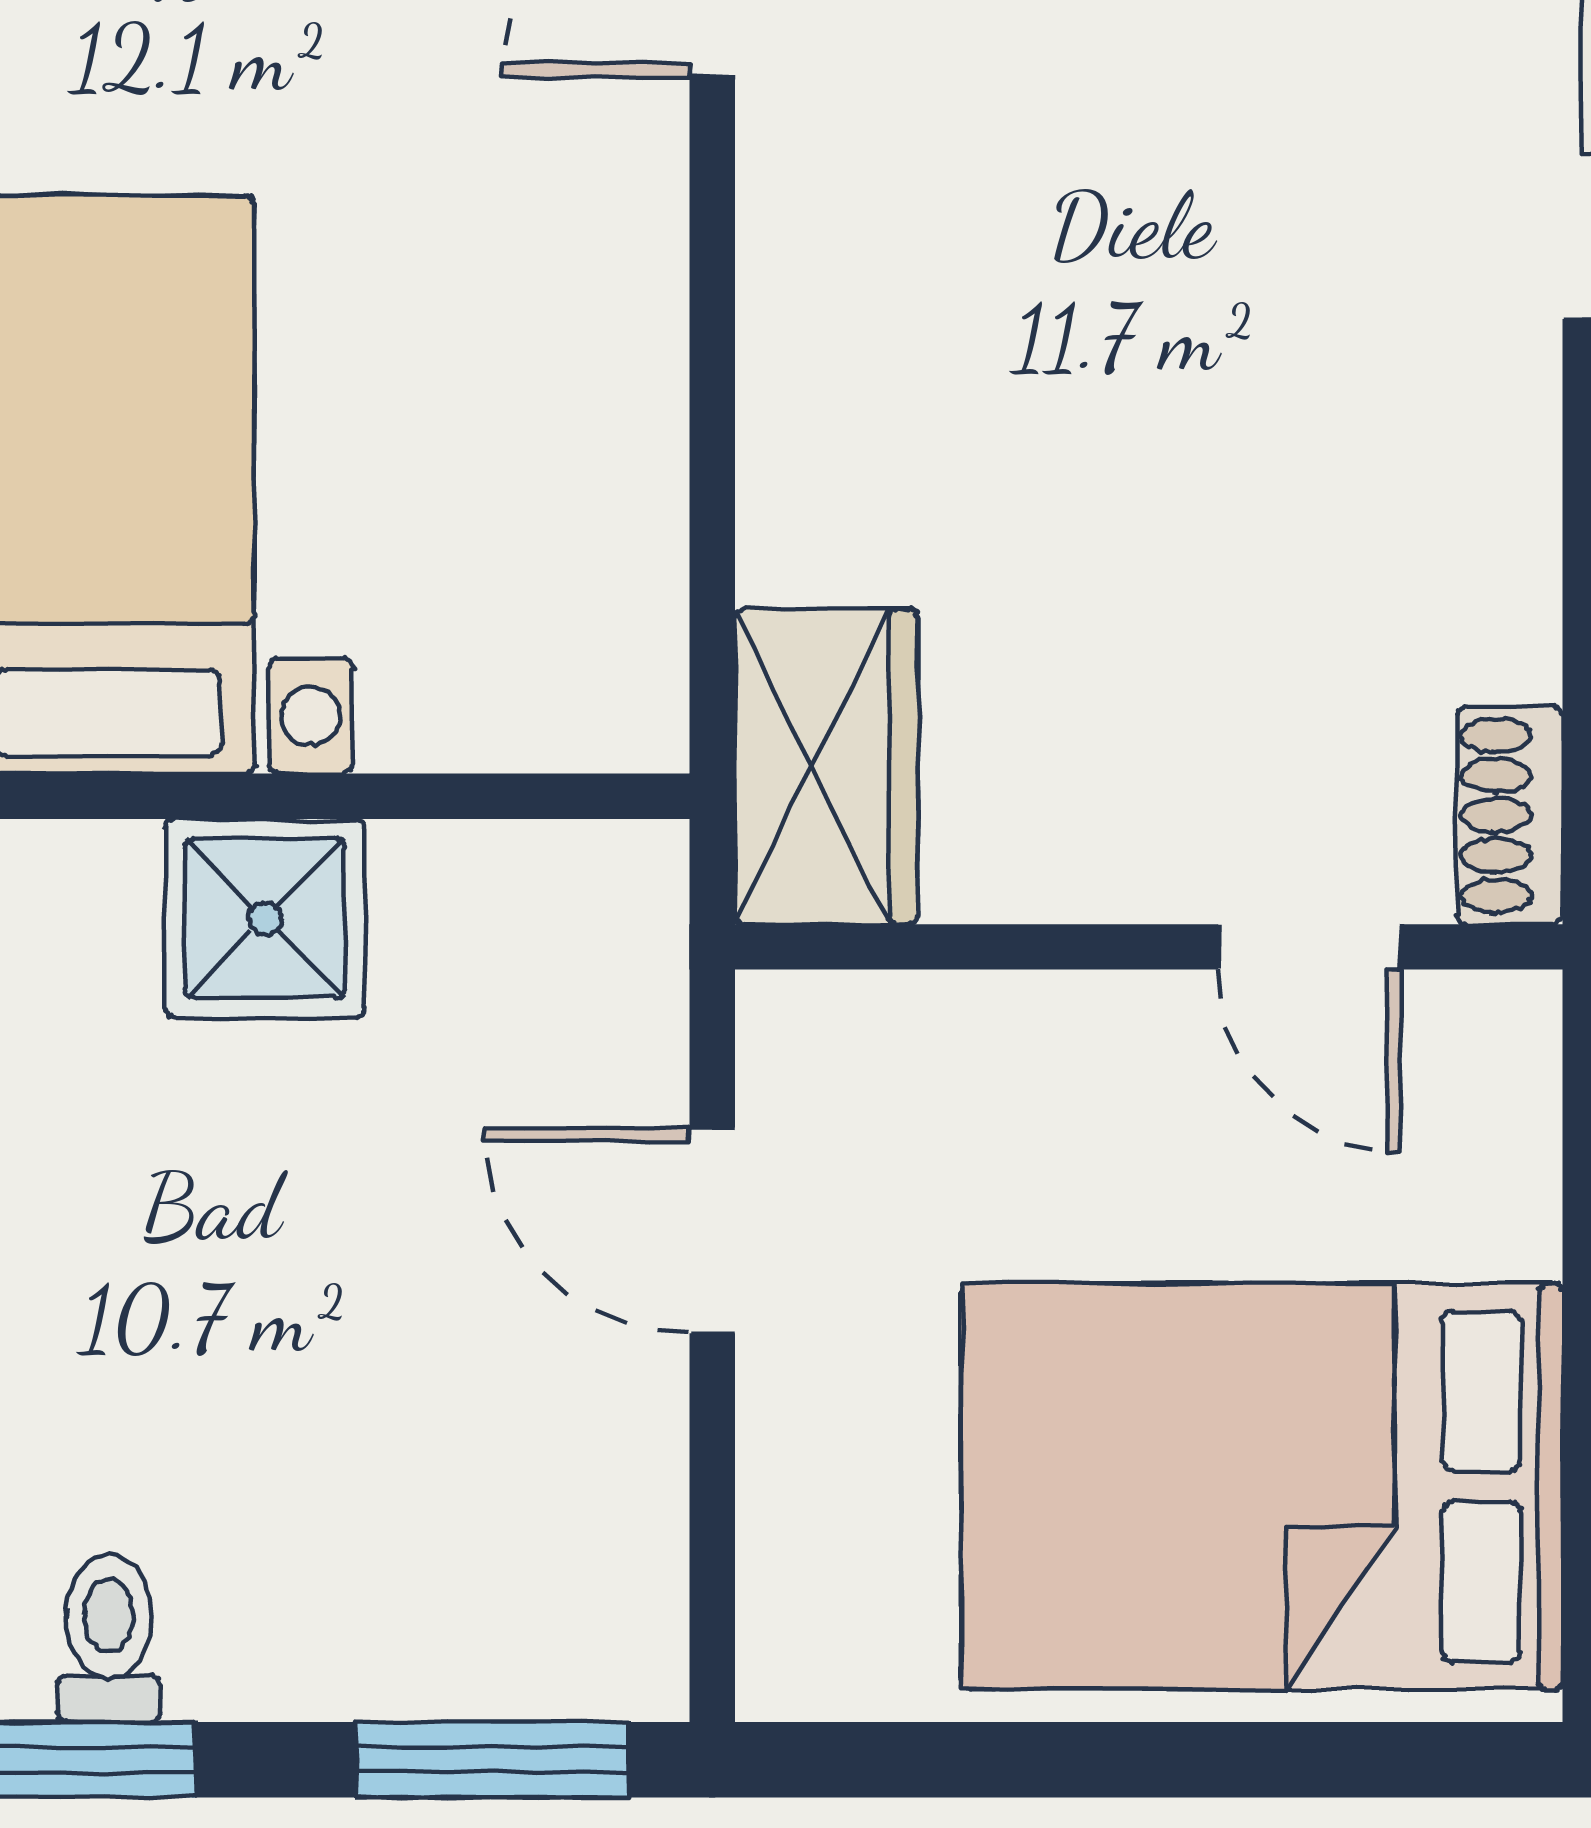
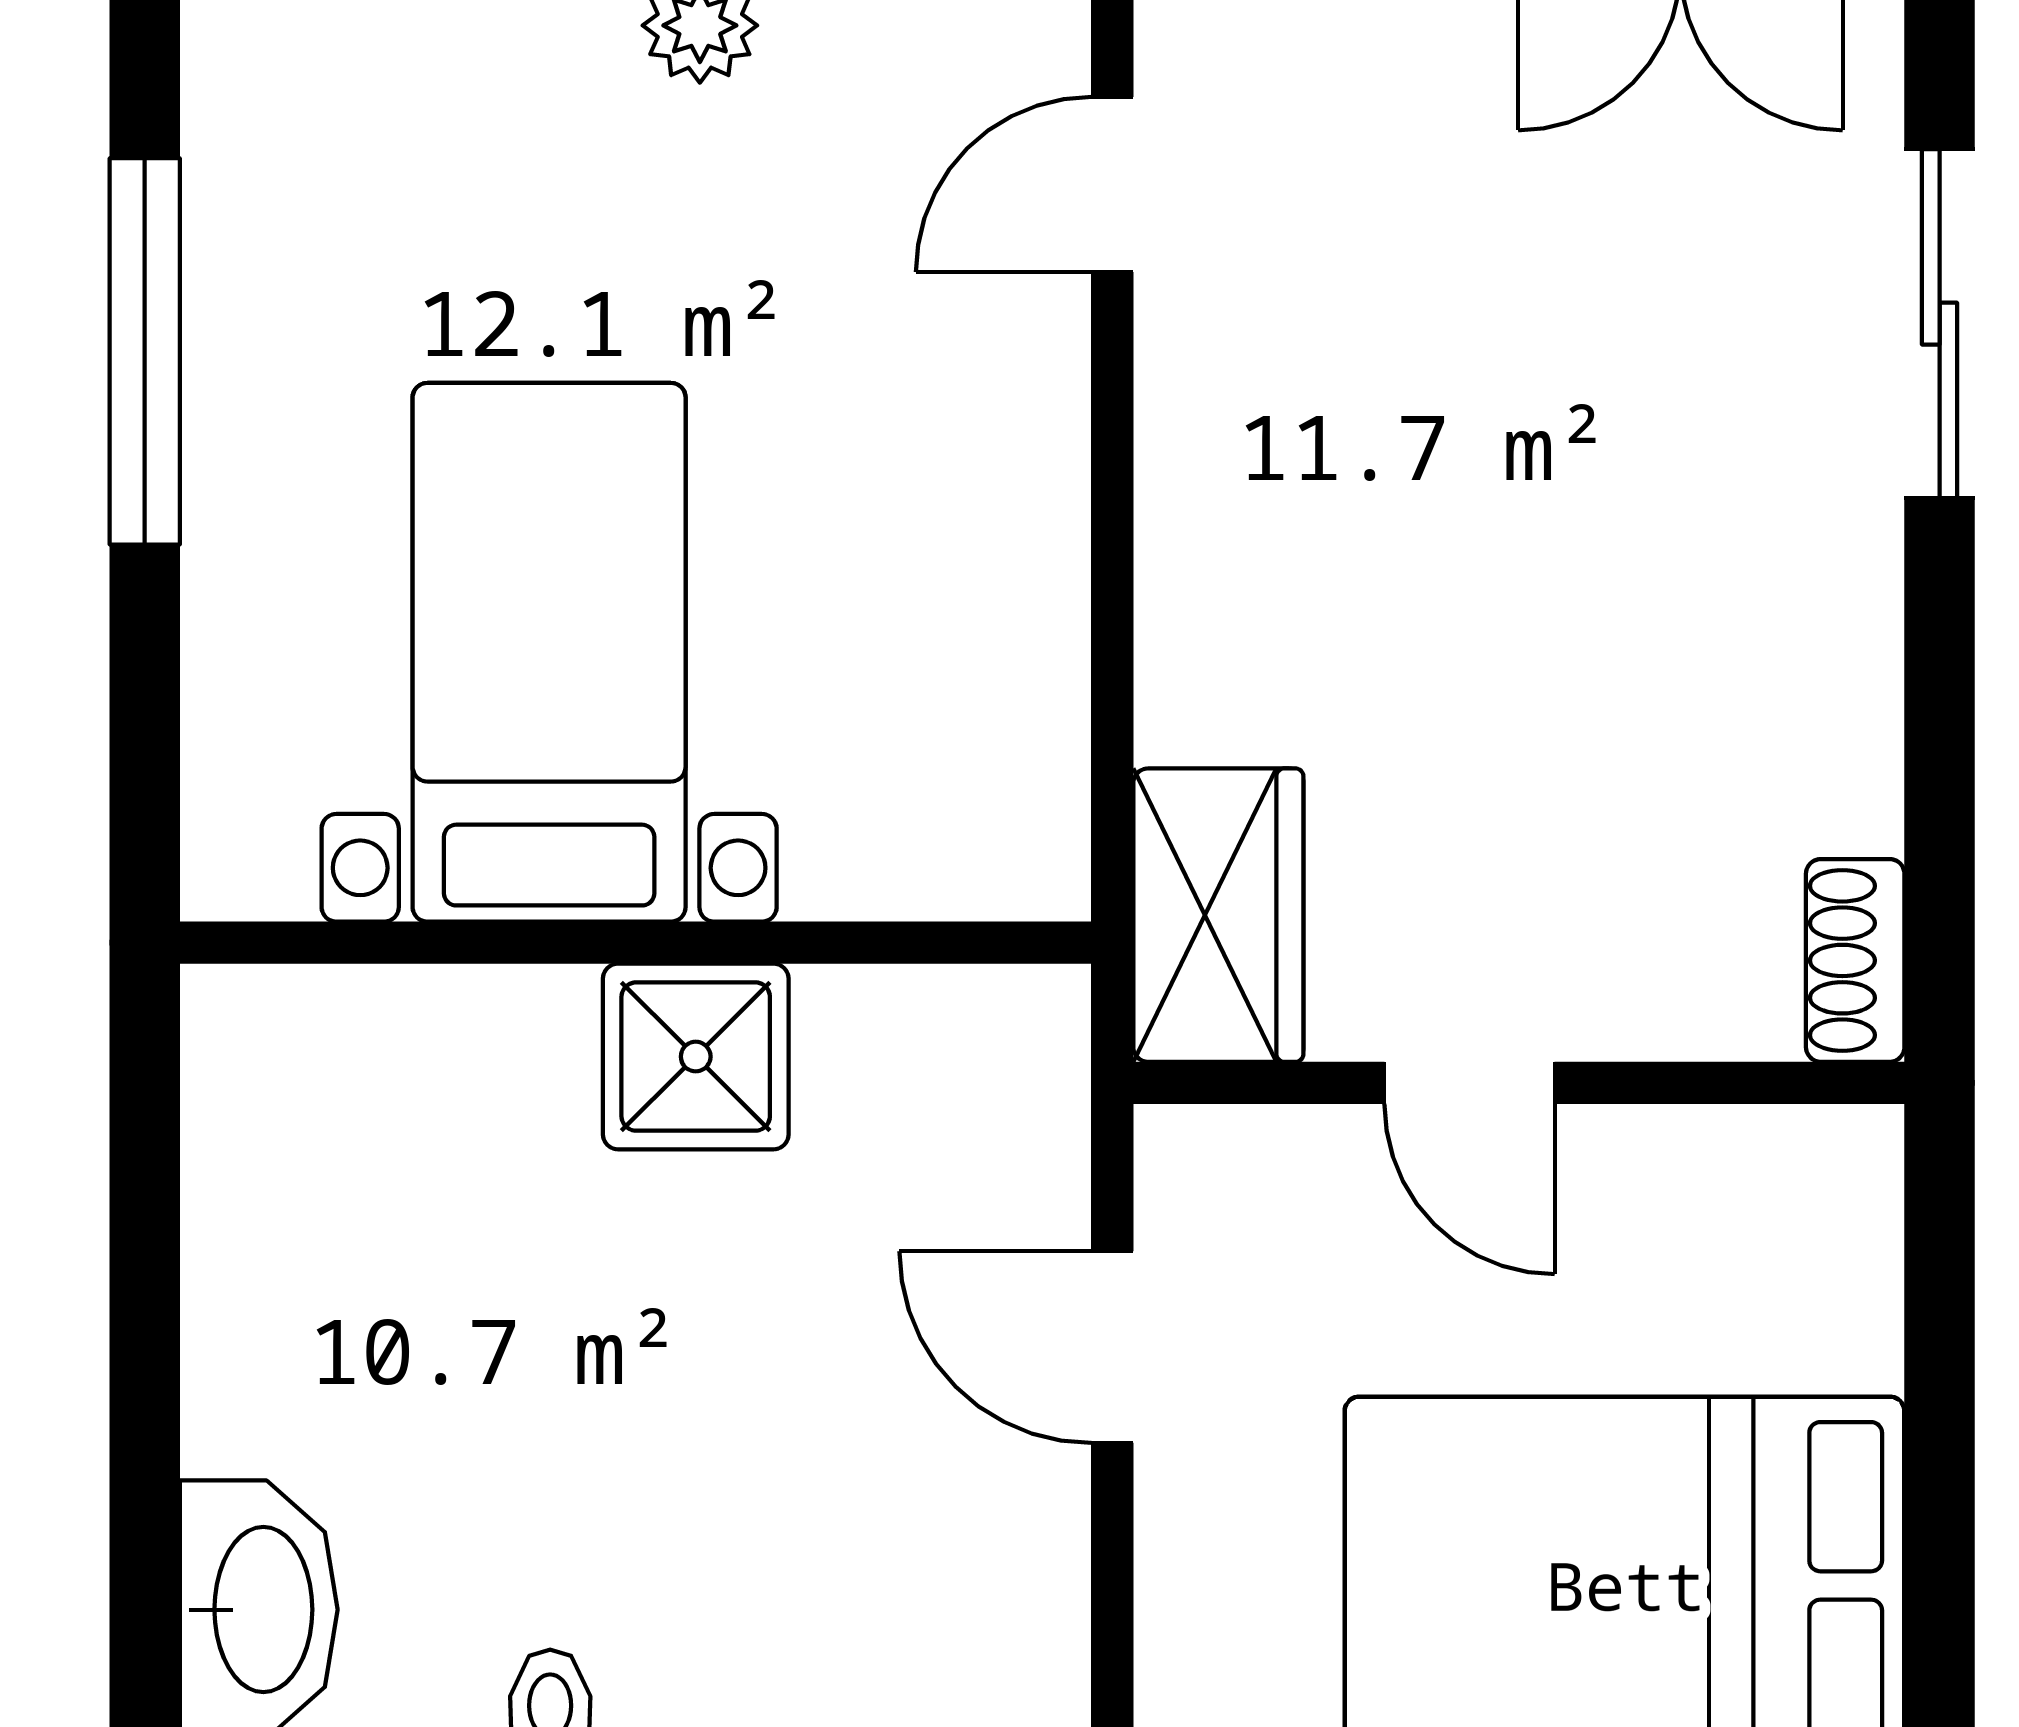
door: (1309, 947) -> (1470, 1083), moved

